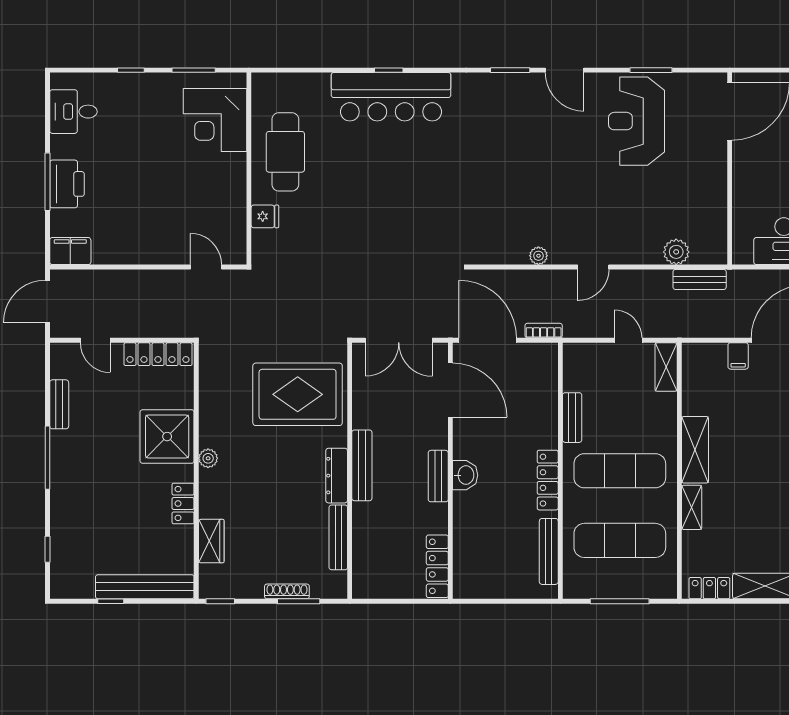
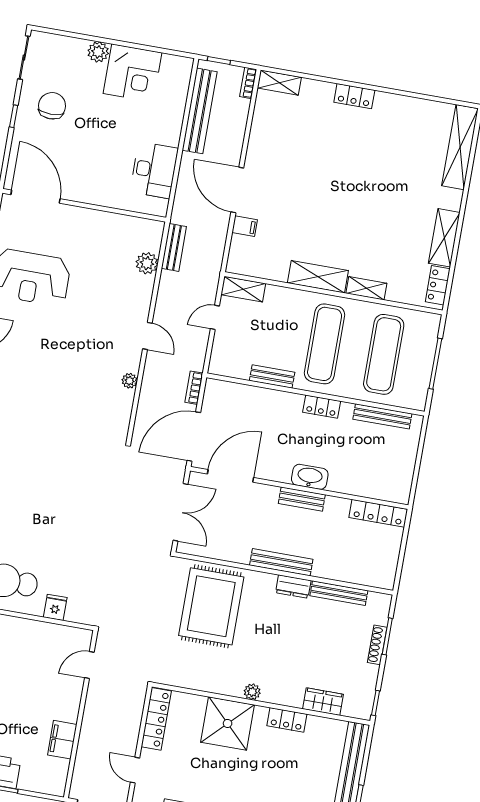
filing cabinet: (70, 251) -> (62, 740), moved
door: (95, 340) -> (135, 770), swing flipped
washbasin: (465, 475) -> (310, 477), width x1.38
dresser: (337, 476) -> (293, 586), width x0.70
locker: (548, 480) -> (322, 407), width x0.66

